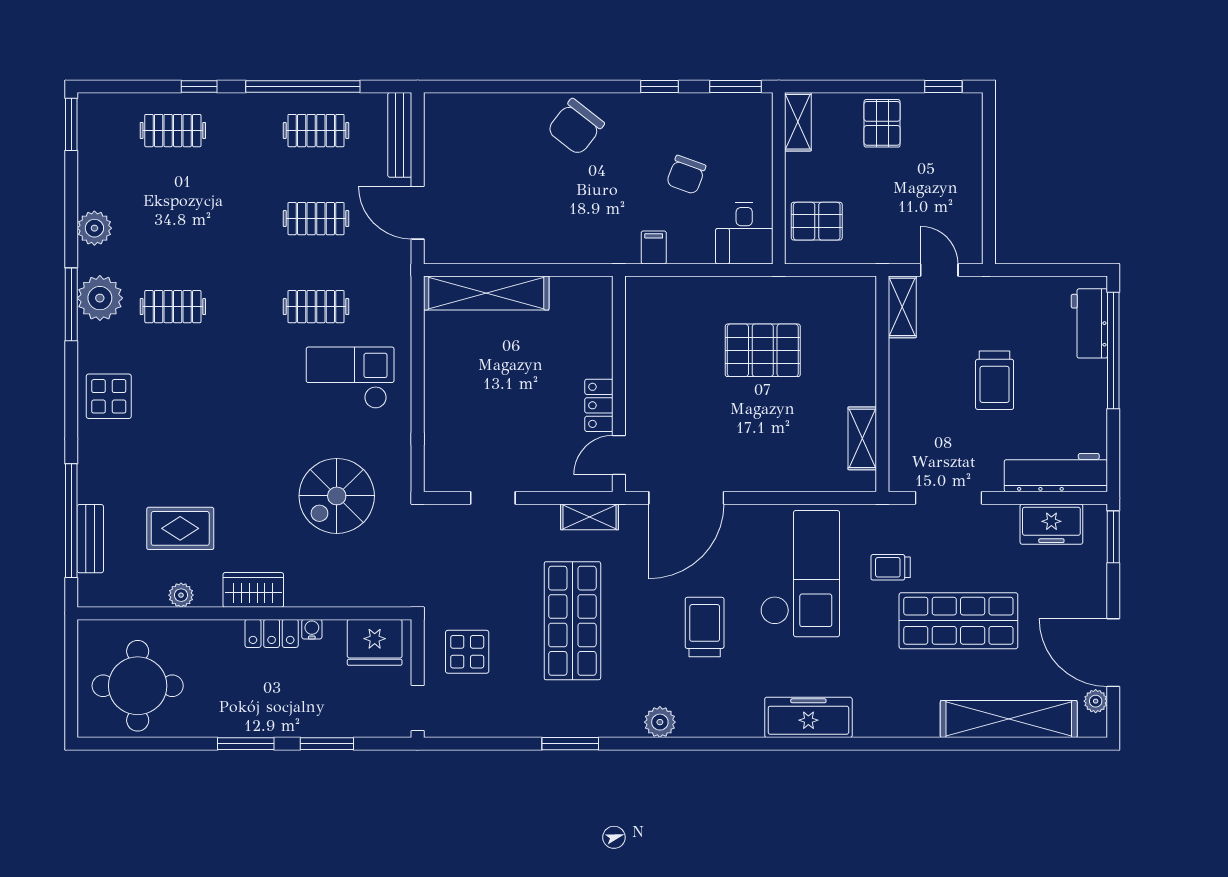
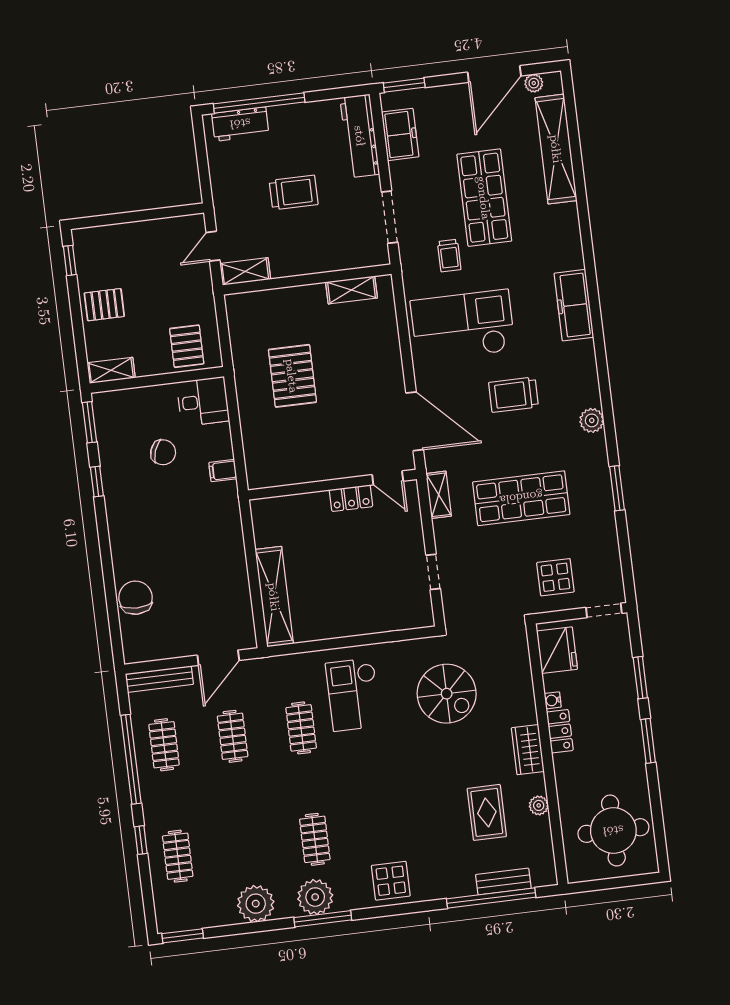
chair: (576, 127) -> (136, 598), moved, turned -128
plant: (94, 228) -> (256, 904), width x1.36, depth x1.36

